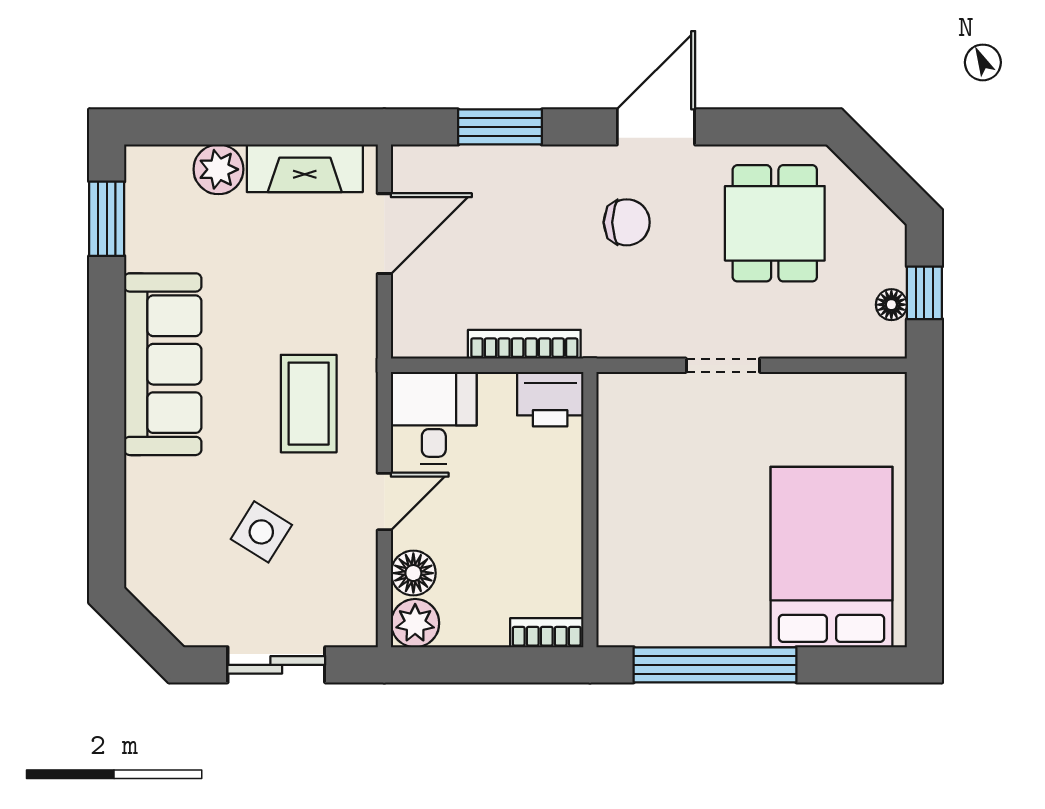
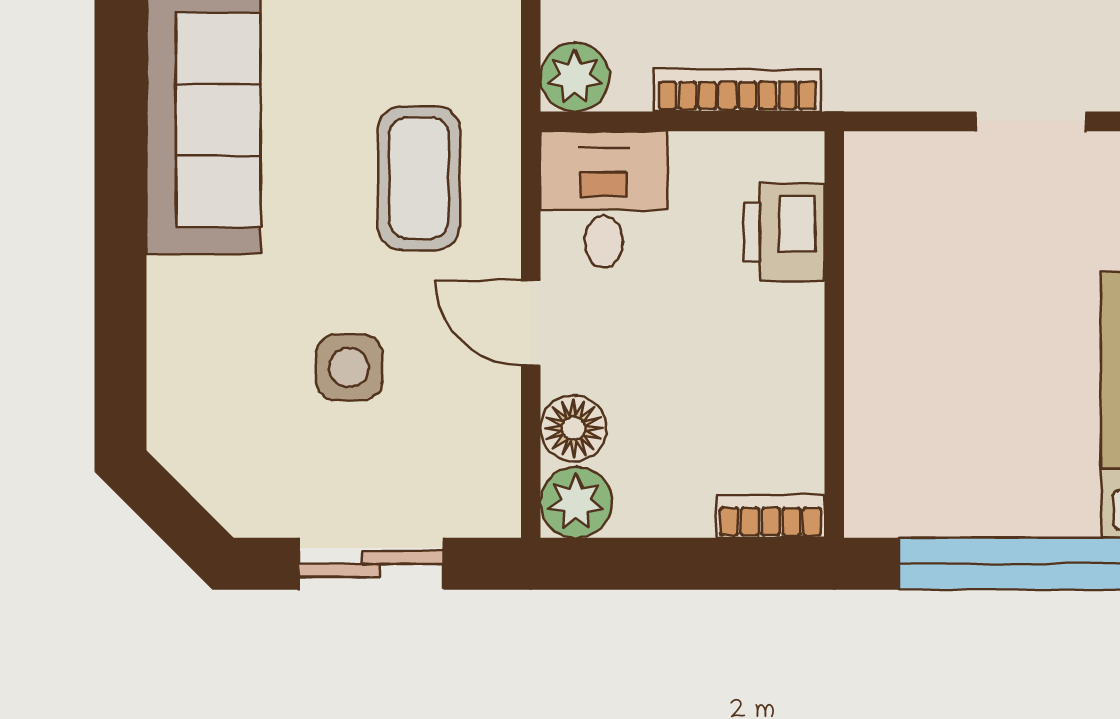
plant: (414, 335) -> (575, 77), added
printer: (550, 399) -> (784, 232), moved, turned 90
door: (384, 502) -> (531, 323), swing flipped
side table: (261, 532) -> (349, 368), turned -32

